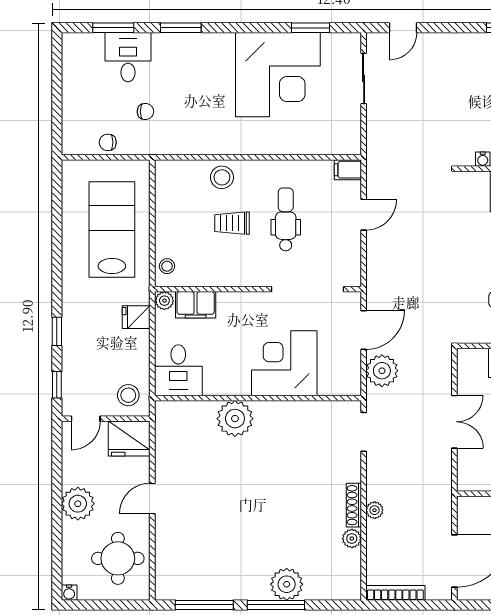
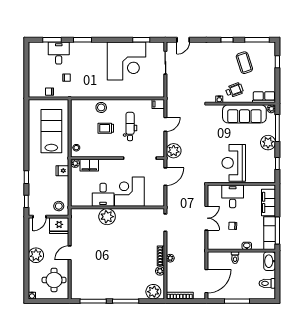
desk: (178, 370) -> (103, 195), moved
plant: (382, 371) -> (174, 151), moved
plant: (287, 584) -> (153, 292), moved

